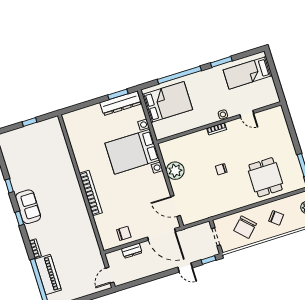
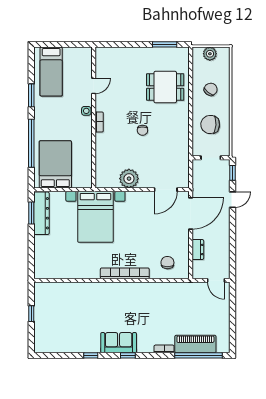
chair: (245, 227) -> (210, 125), turned 139
chair: (124, 233) -> (167, 263), moved

